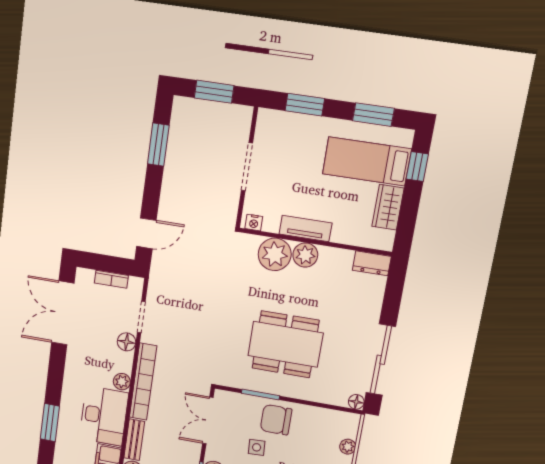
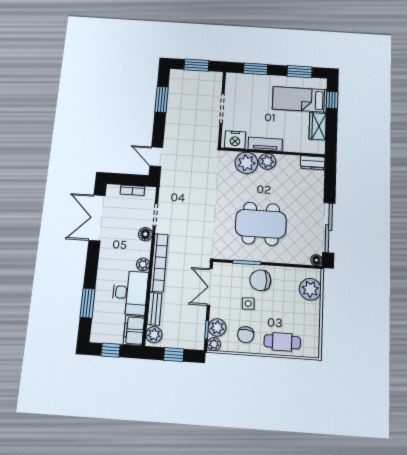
nightstand: (254, 223) -> (235, 140), width x1.89, depth x1.79
door: (146, 233) -> (156, 157), swing flipped
plant: (348, 447) -> (310, 289), width x1.87, depth x1.87

